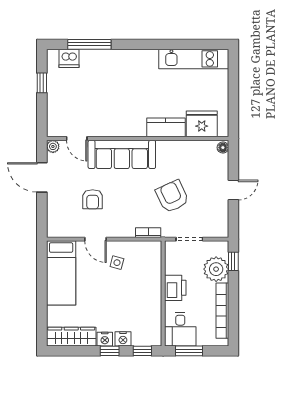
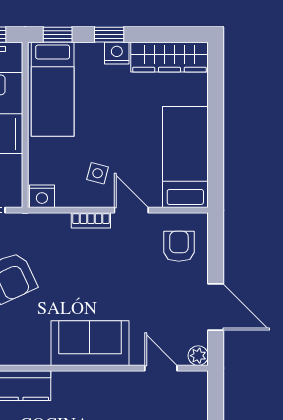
sofa: (122, 154) -> (90, 343), width x0.73
armchair: (93, 199) -> (179, 246), moved
bookcase: (148, 233) -> (91, 220), moved
bed: (146, 316) -> (53, 89), added
nightstand: (123, 339) -> (42, 196), moved, turned 180

